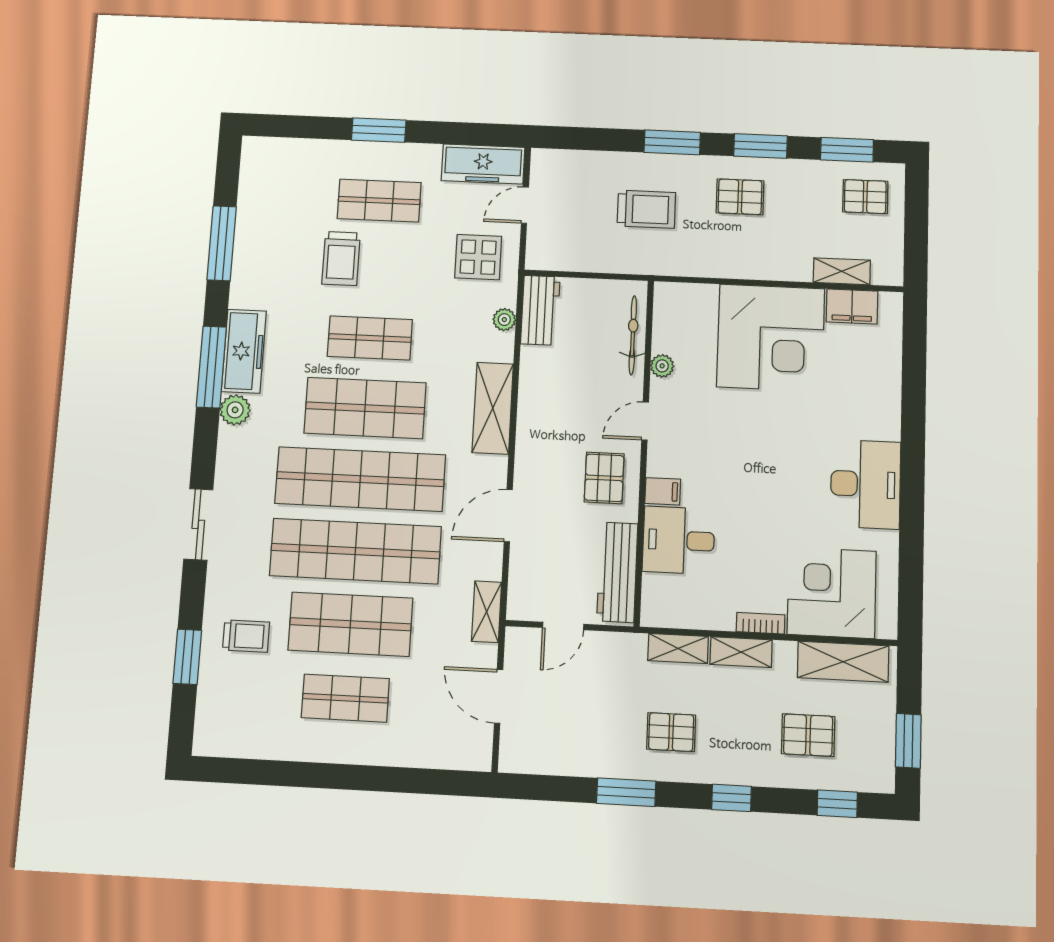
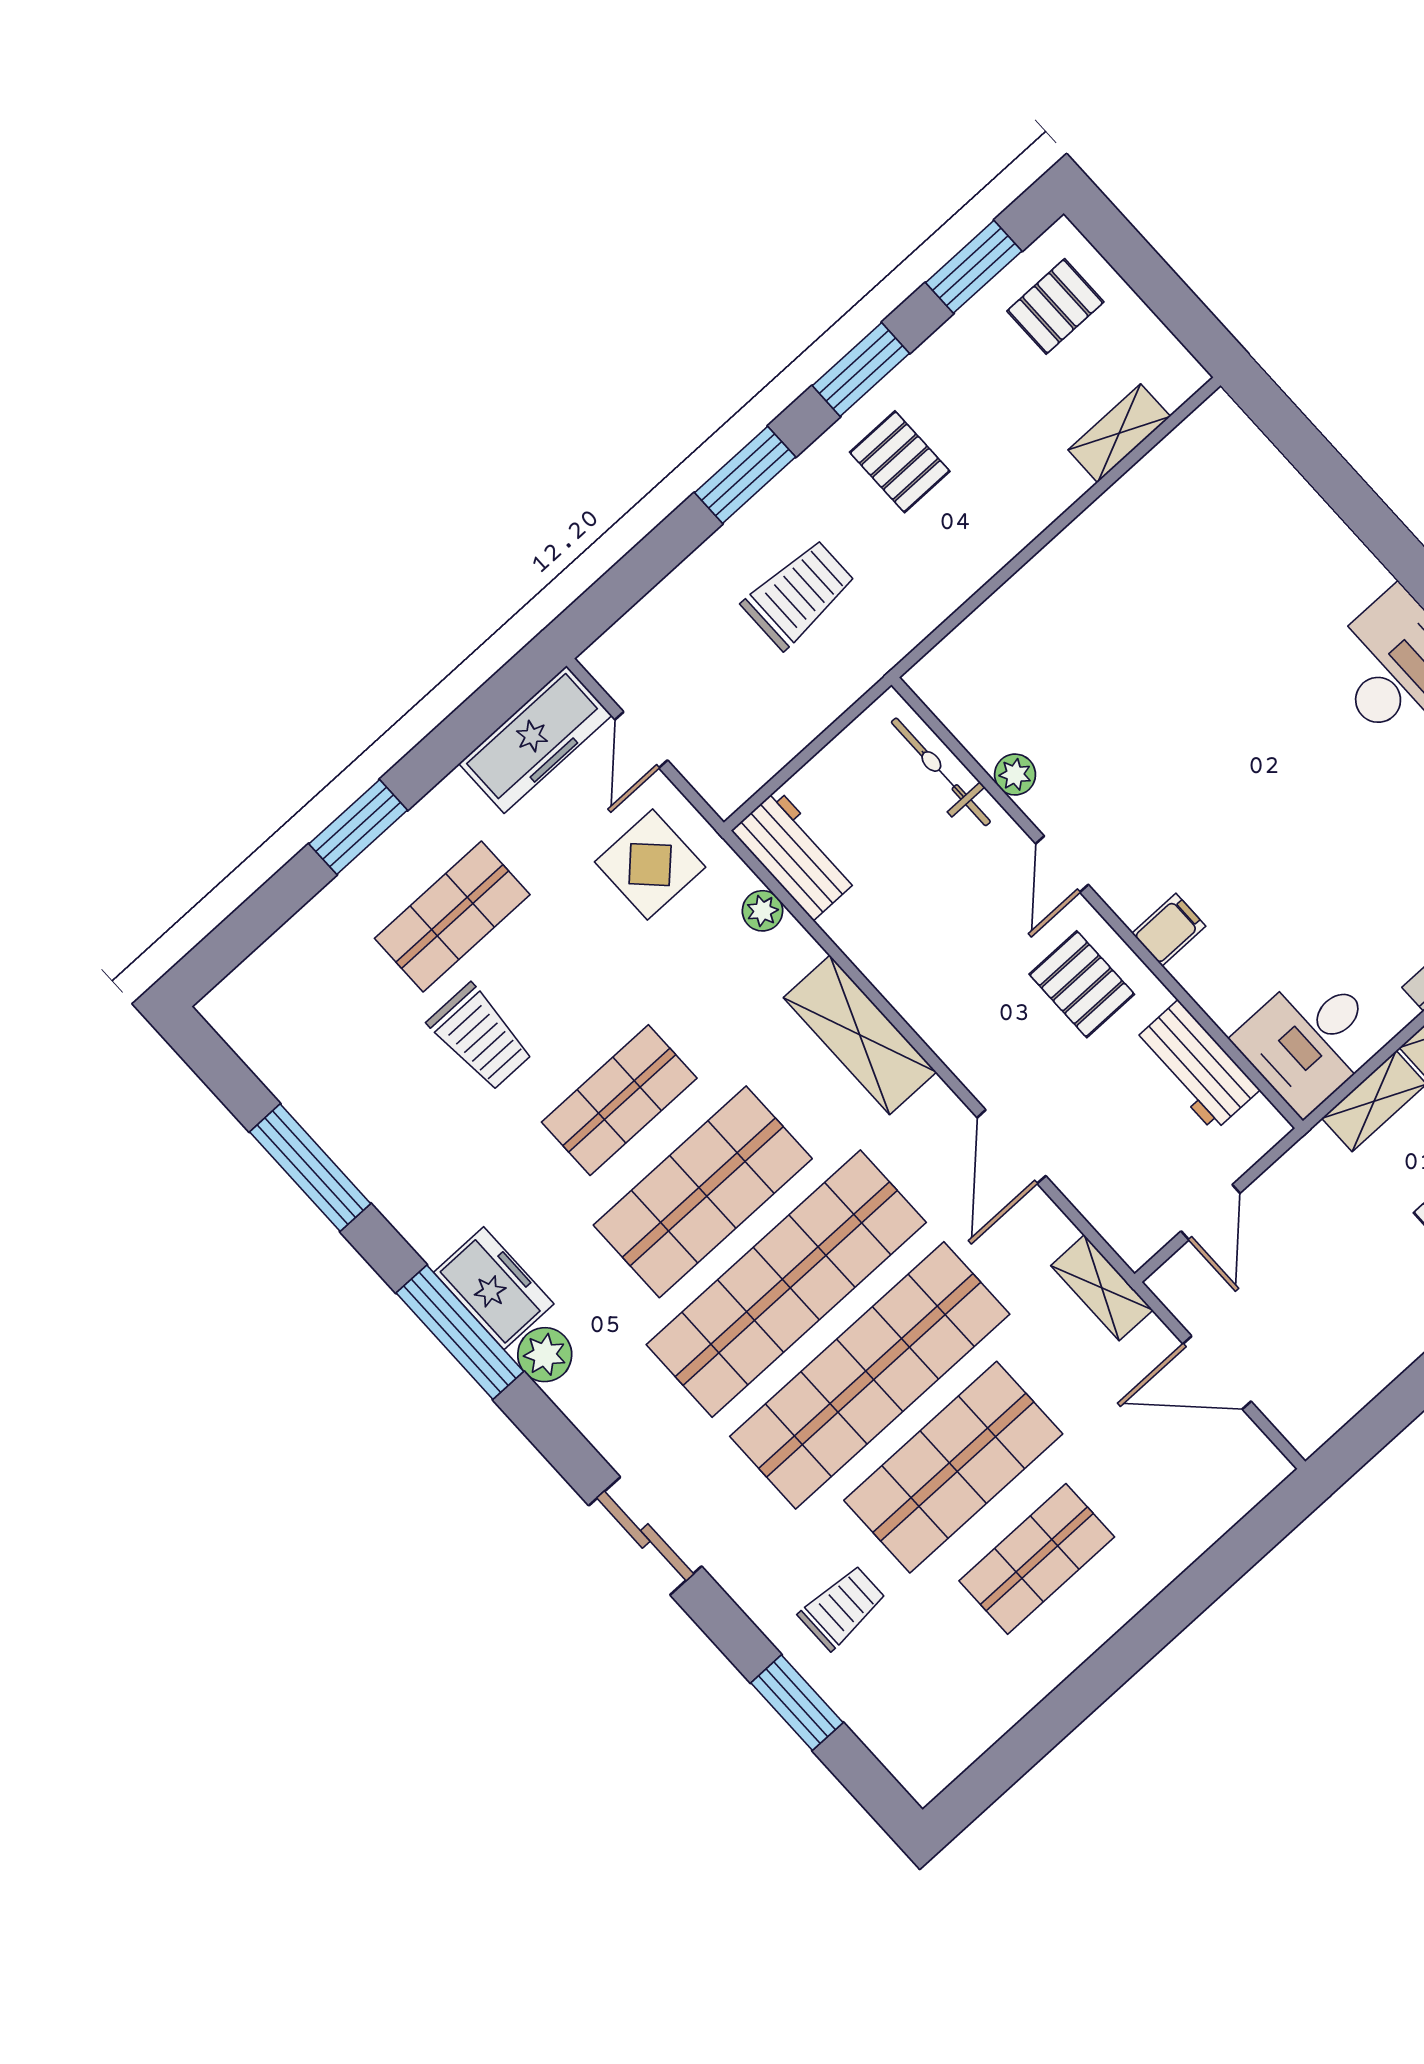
pallet: (740, 197) -> (900, 462), turned 90
filing cabinet: (852, 307) -> (1175, 466), removed
corner desk: (771, 338) -> (1113, 606), removed
freezer: (244, 351) -> (494, 1288), width x0.71
desk: (679, 540) -> (1310, 1039), moved
workbench: (617, 572) -> (1196, 1066), width x0.73

